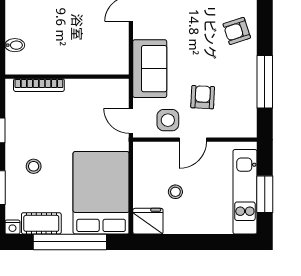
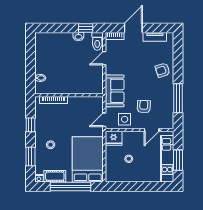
door: (131, 121) -> (104, 120), hinge flipped
door: (193, 140) -> (152, 130), moved
fridge: (148, 221) -> (114, 138), moved, turned 180

